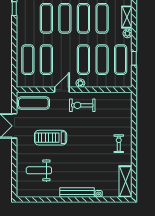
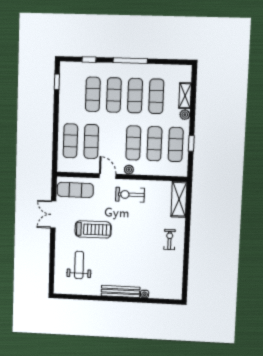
door: (62, 90) -> (108, 176), hinge flipped
treadmill: (51, 138) -> (93, 229), turned 180
weight bench: (39, 170) -> (79, 265), turned 90
shelving: (126, 182) -> (179, 199), moved

